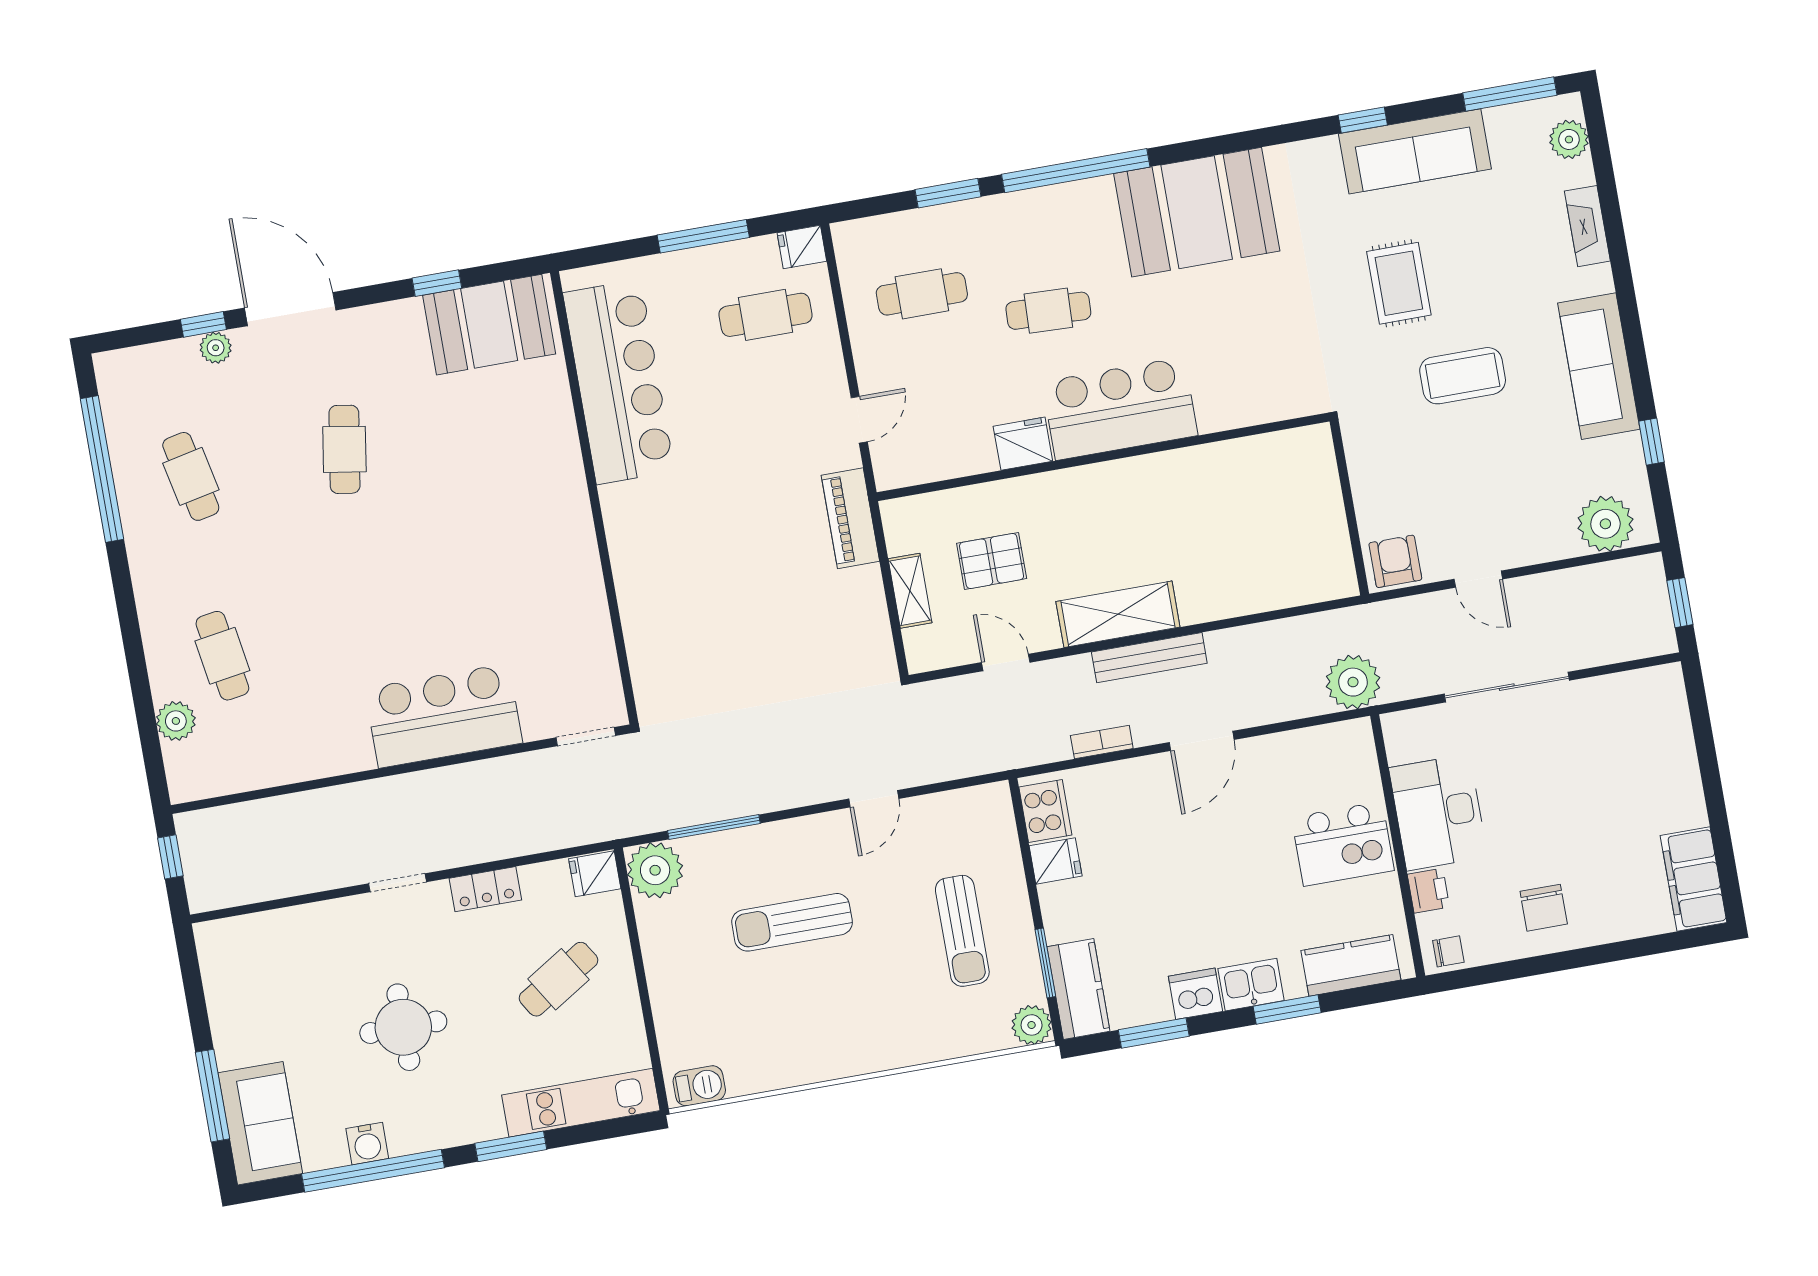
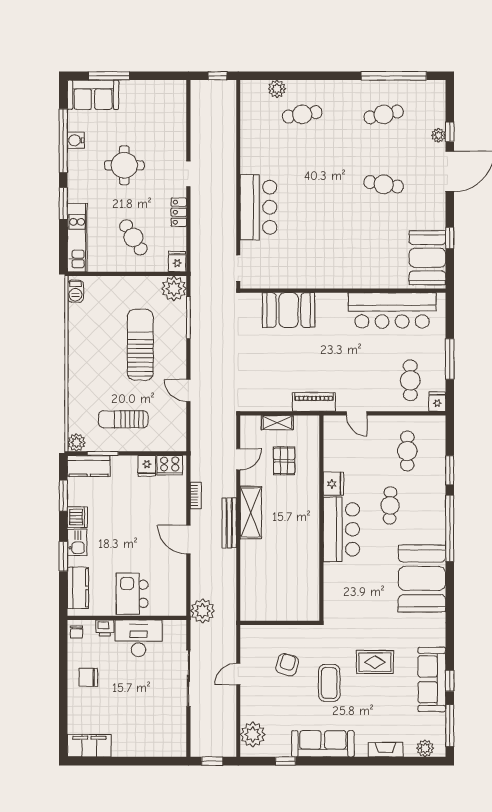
window: (1363, 120) -> (450, 681), moved
armchair: (1395, 561) -> (287, 665), moved, turned -74
booth: (658, 610) -> (289, 310), added
sun lounger: (792, 922) -> (140, 345), width x1.36, depth x1.34

